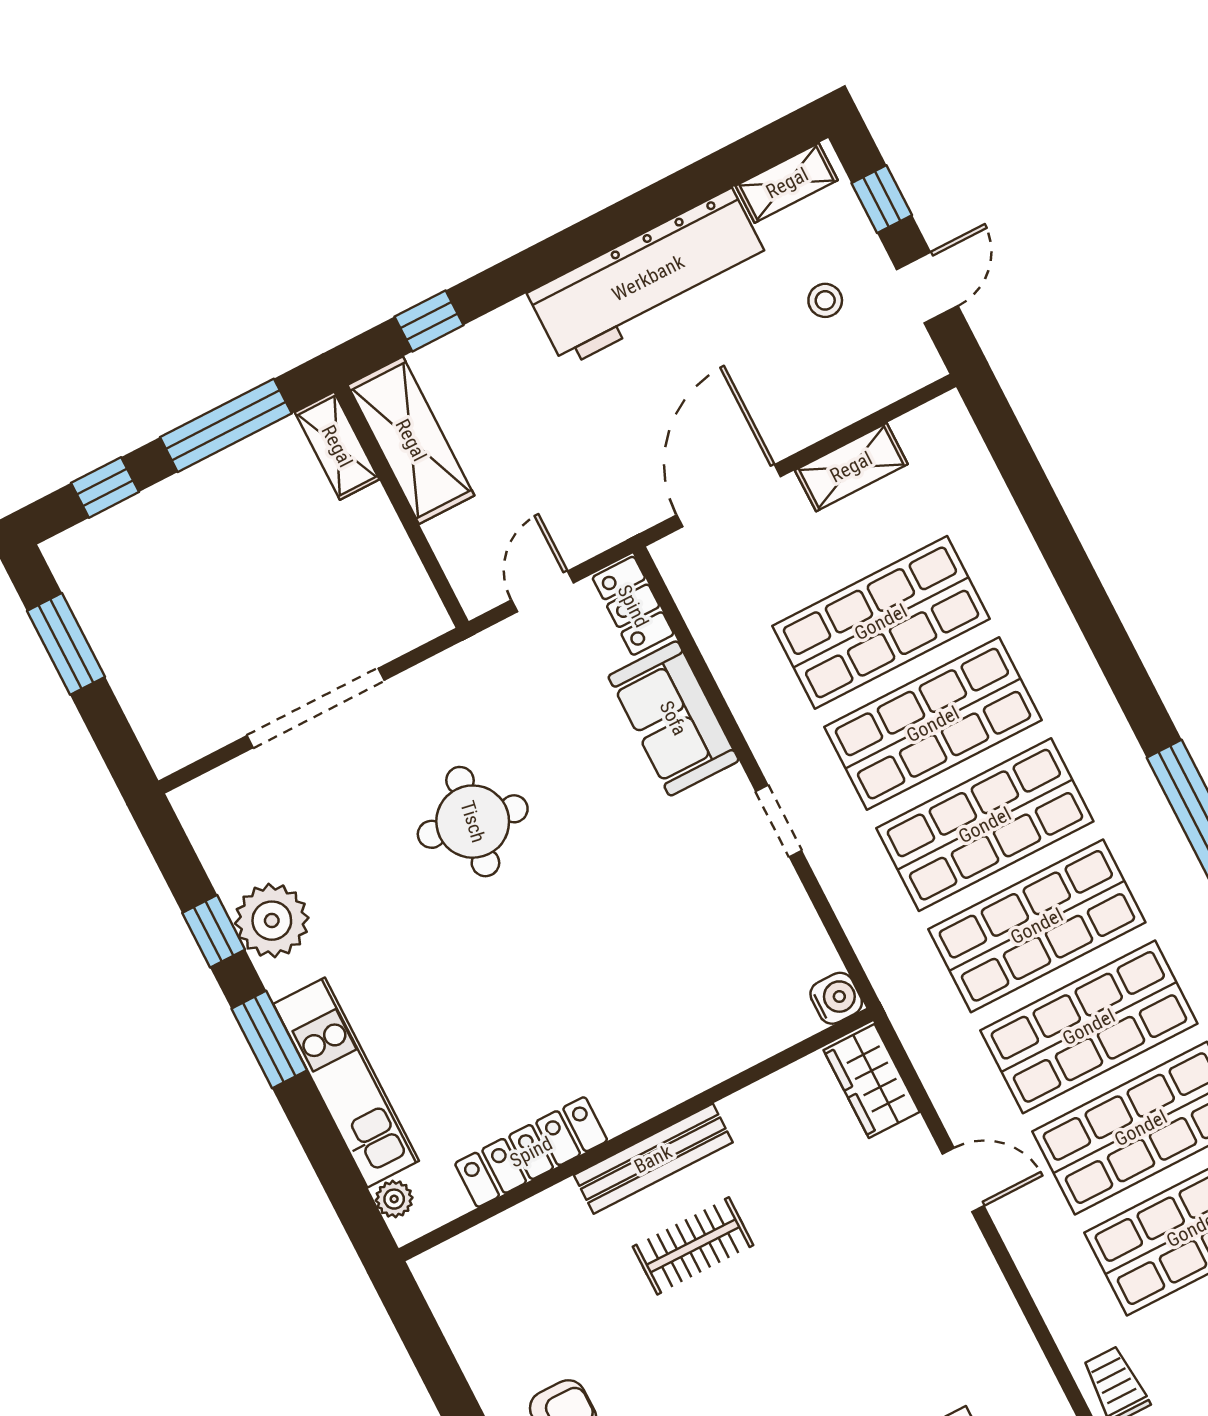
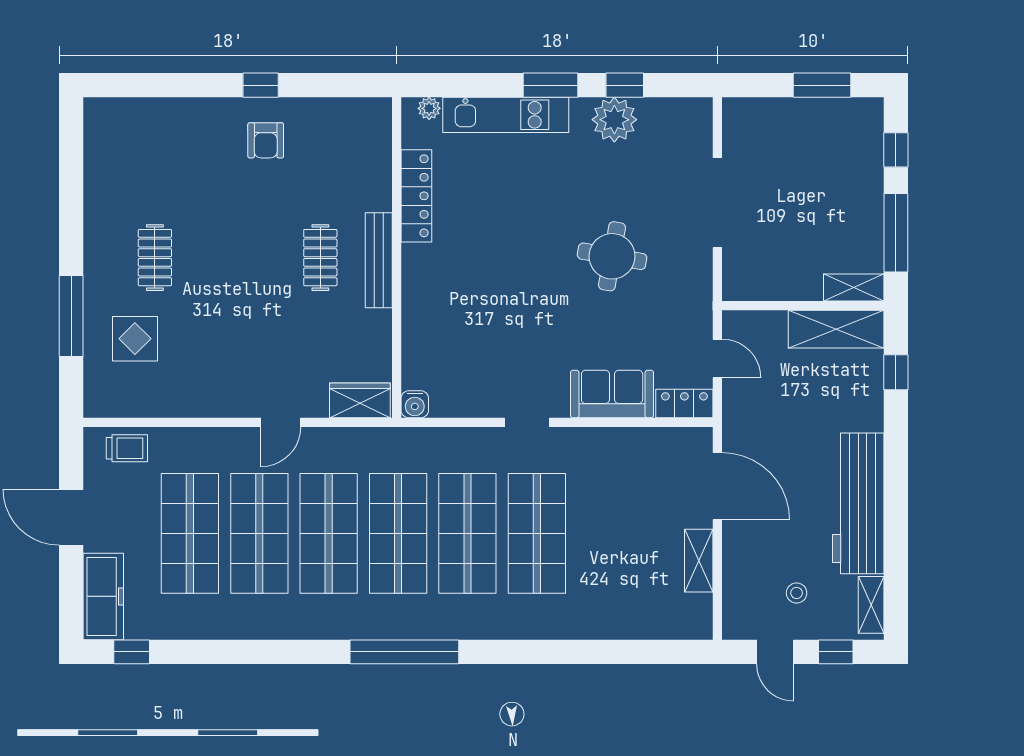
shop shelf: (881, 622) -> (606, 533), removed

